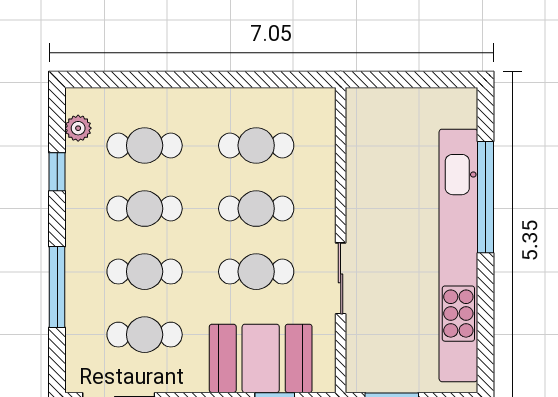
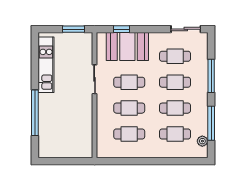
window: (57, 172) -> (211, 123), width x2.17
kitchen unit: (458, 255) -> (46, 65), width x0.54

